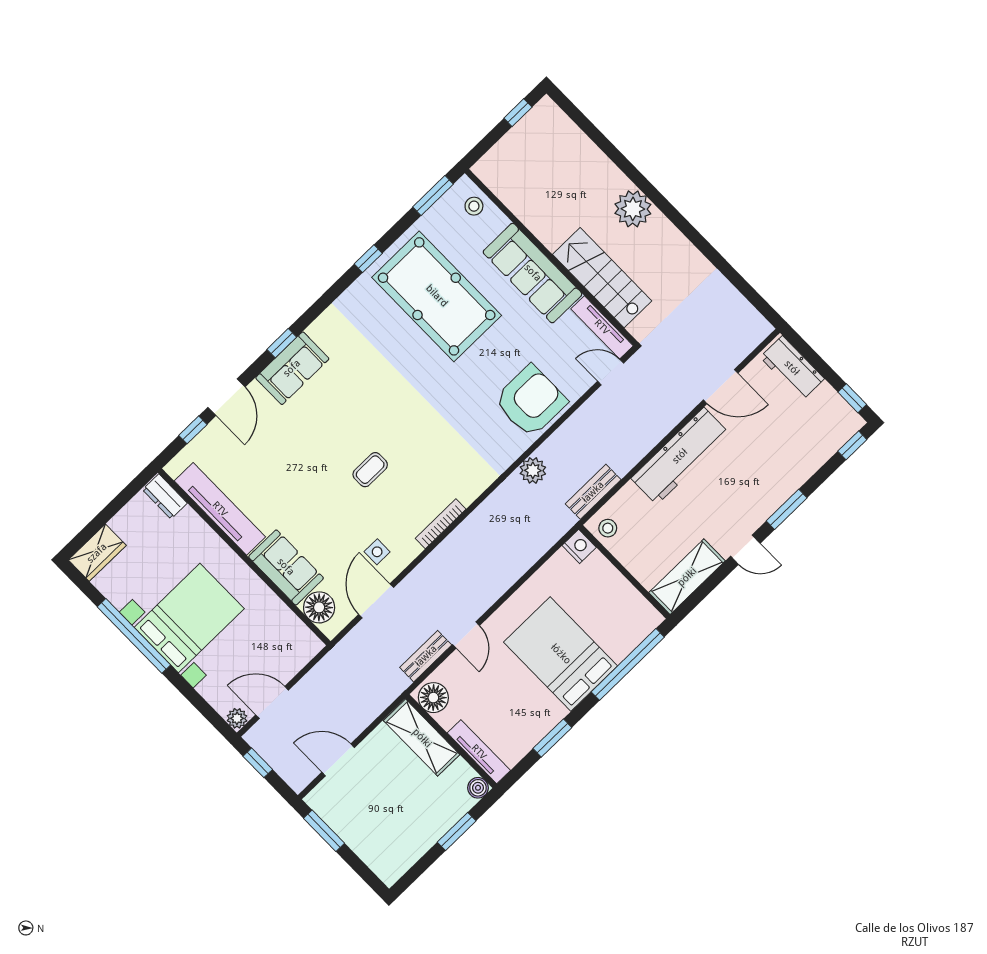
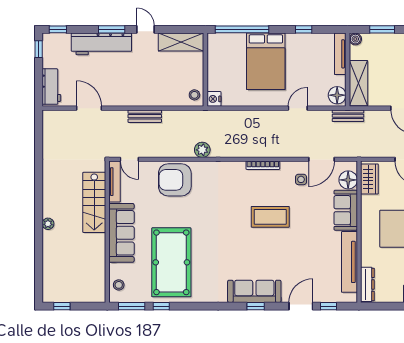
plant: (633, 209) -> (48, 224), width x0.53, depth x0.53
window: (368, 259) -> (161, 306), moved
sofa: (292, 368) -> (254, 291), width x1.36
workbench: (680, 456) -> (101, 44), moved, turned 180
coffee table: (370, 470) -> (270, 217), width x1.86, depth x1.72
bench: (593, 492) -> (145, 116), moved
dresser: (165, 496) -> (367, 284), width x1.44
wardrobe: (294, 634) -> (369, 179), added
bench: (426, 656) -> (348, 116), moved
window: (552, 738) -> (304, 29), width x0.67

